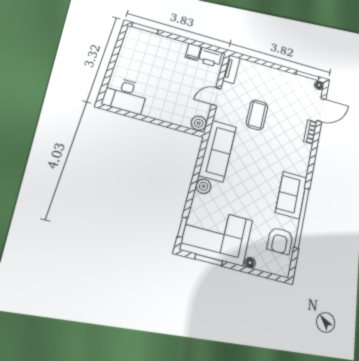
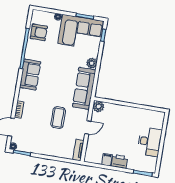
printer: (210, 57) -> (119, 161), moved
desk: (125, 95) -> (150, 142), moved, turned 90
sofa: (291, 195) -> (30, 75), moved
armchair: (280, 241) -> (39, 32), turned 90

